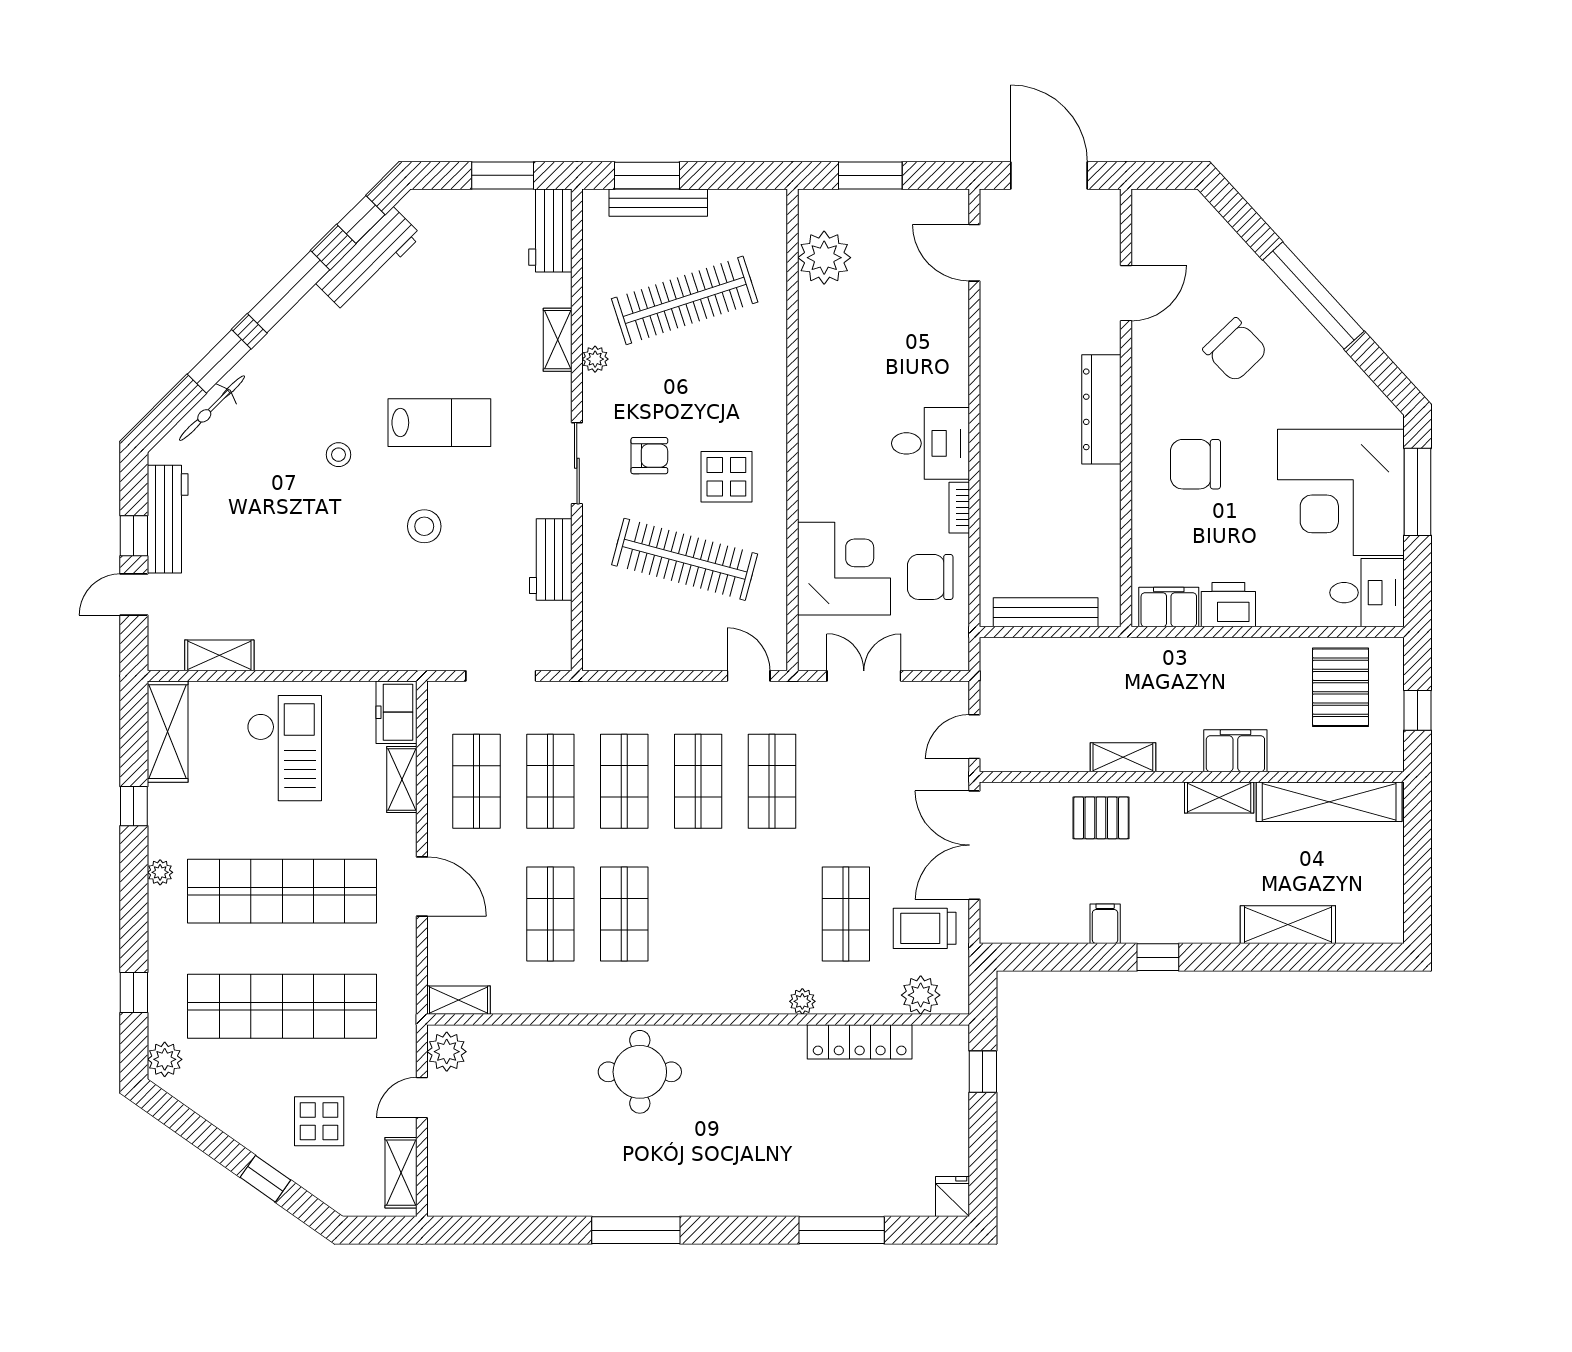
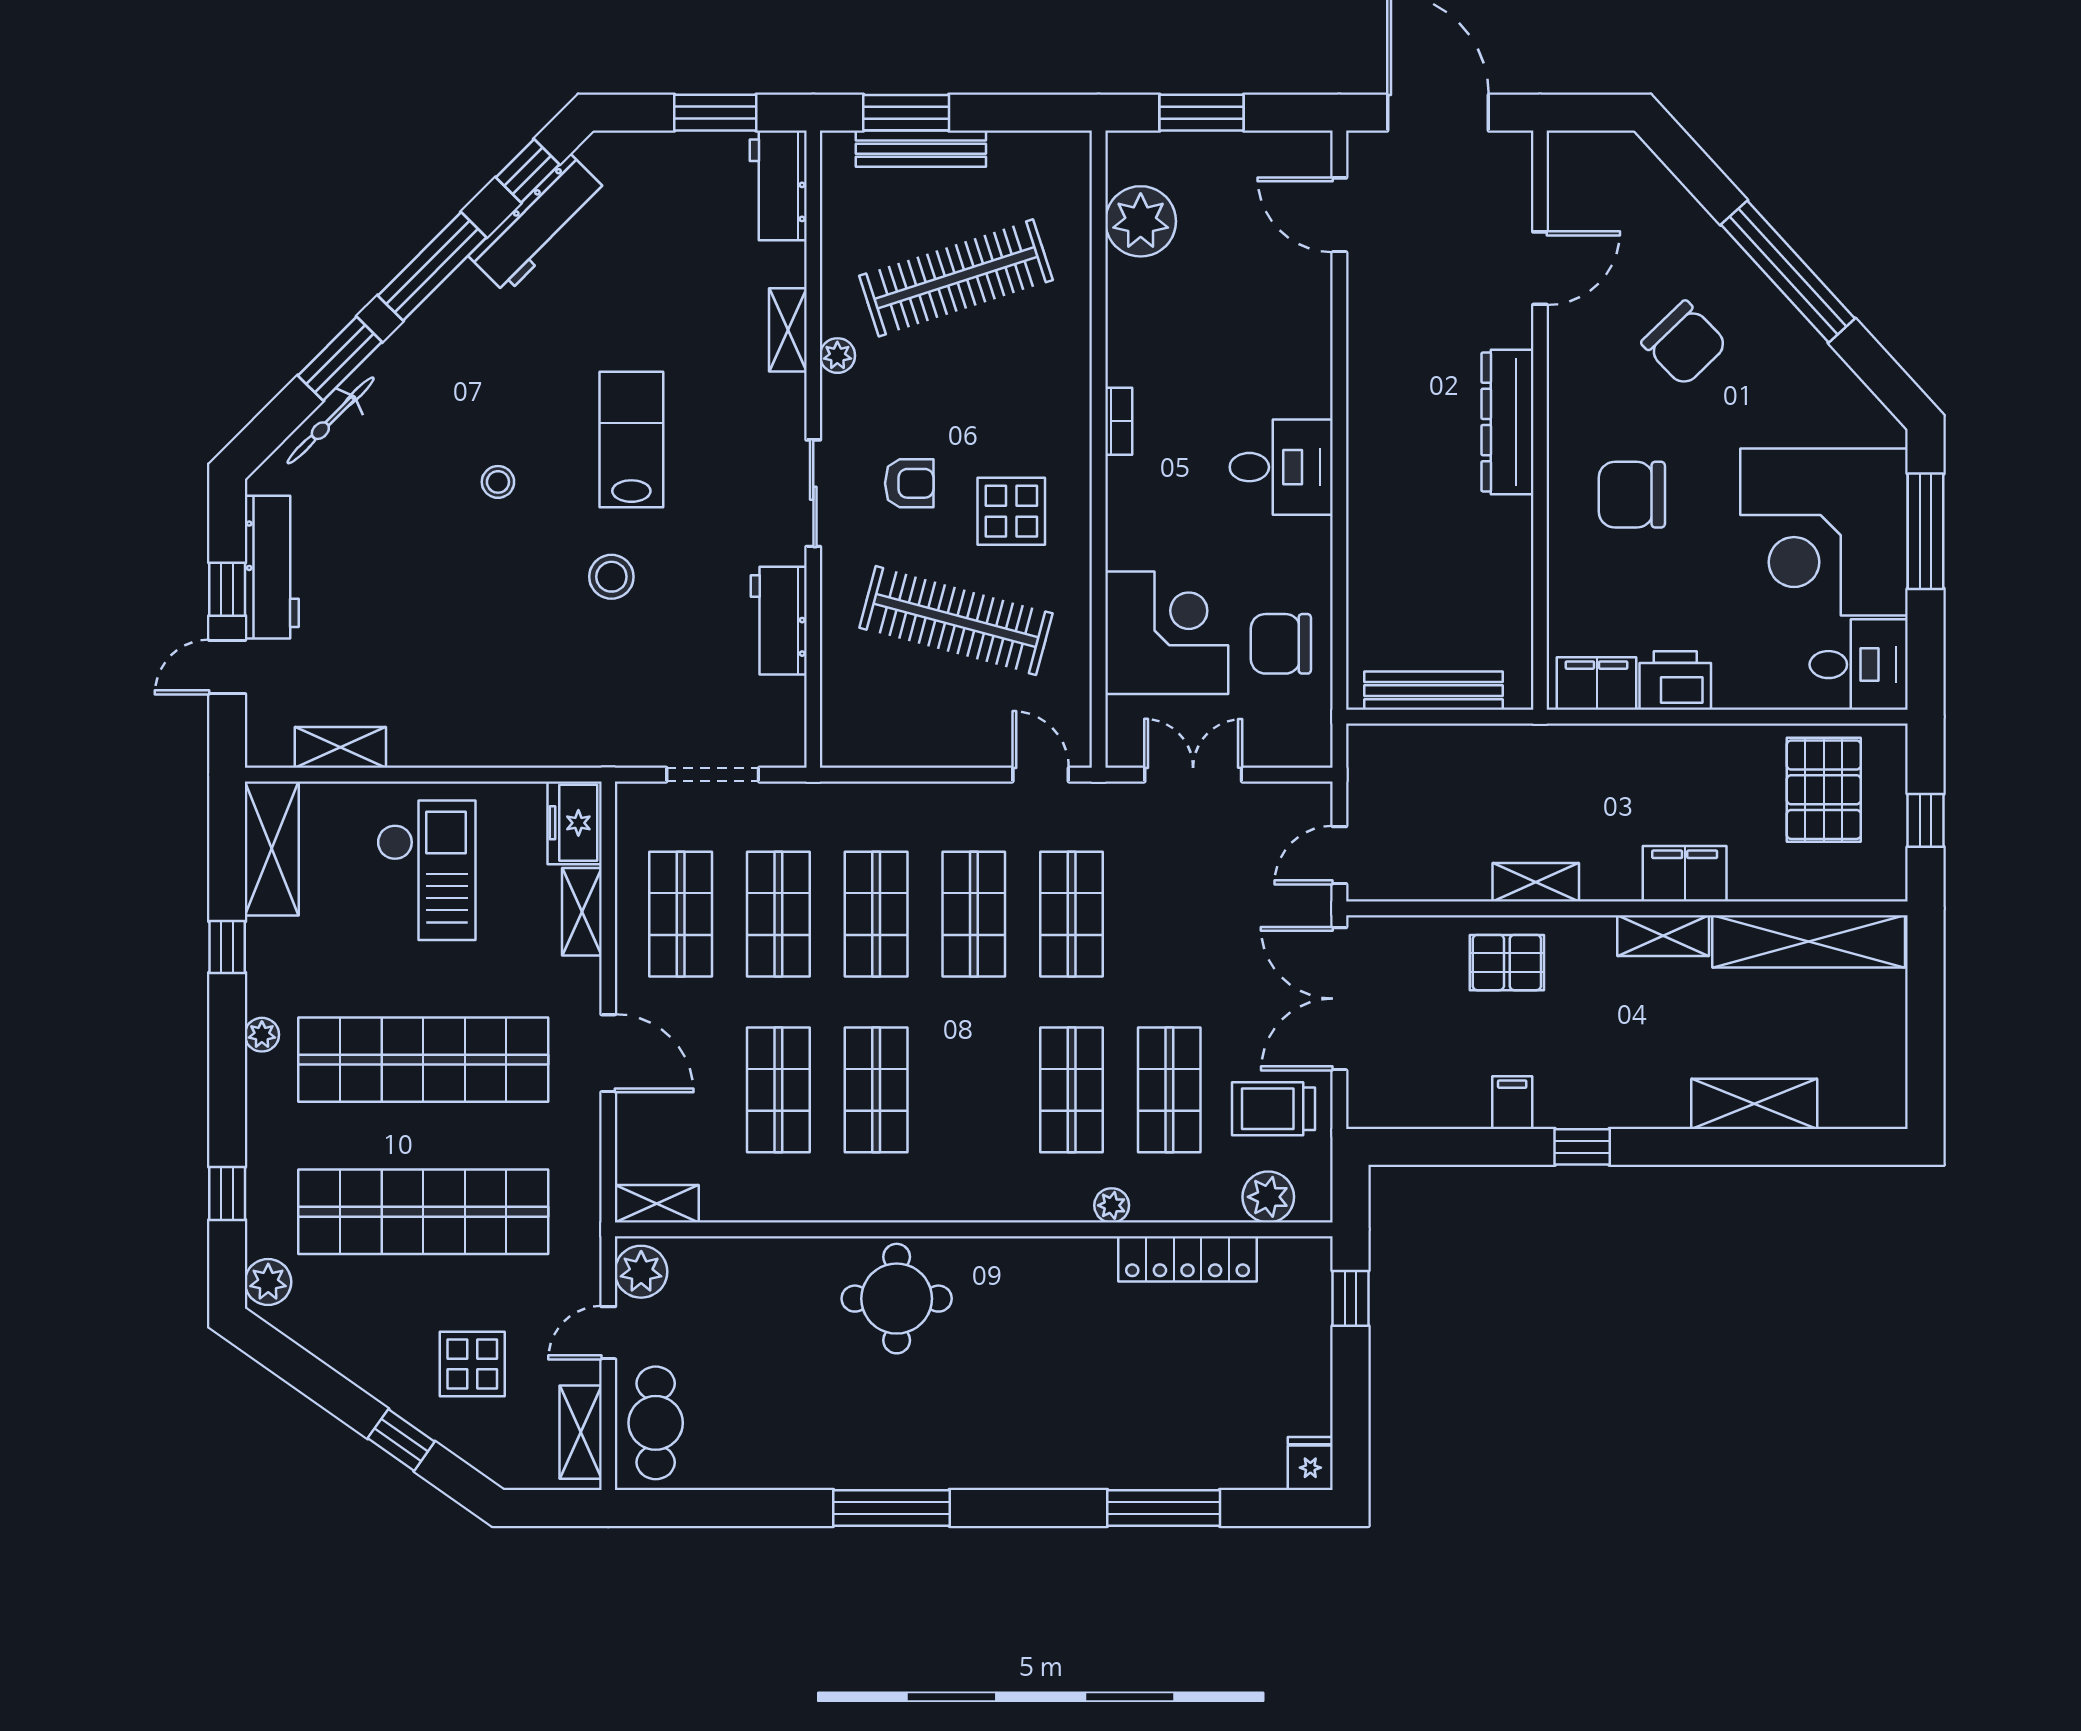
lab bench: (439, 423) -> (631, 439), turned -90
bookcase: (959, 508) -> (1119, 421), moved, turned 180
shop shelf: (772, 914) -> (1072, 1090), added
cafe table: (458, 1166) -> (656, 1423), added

